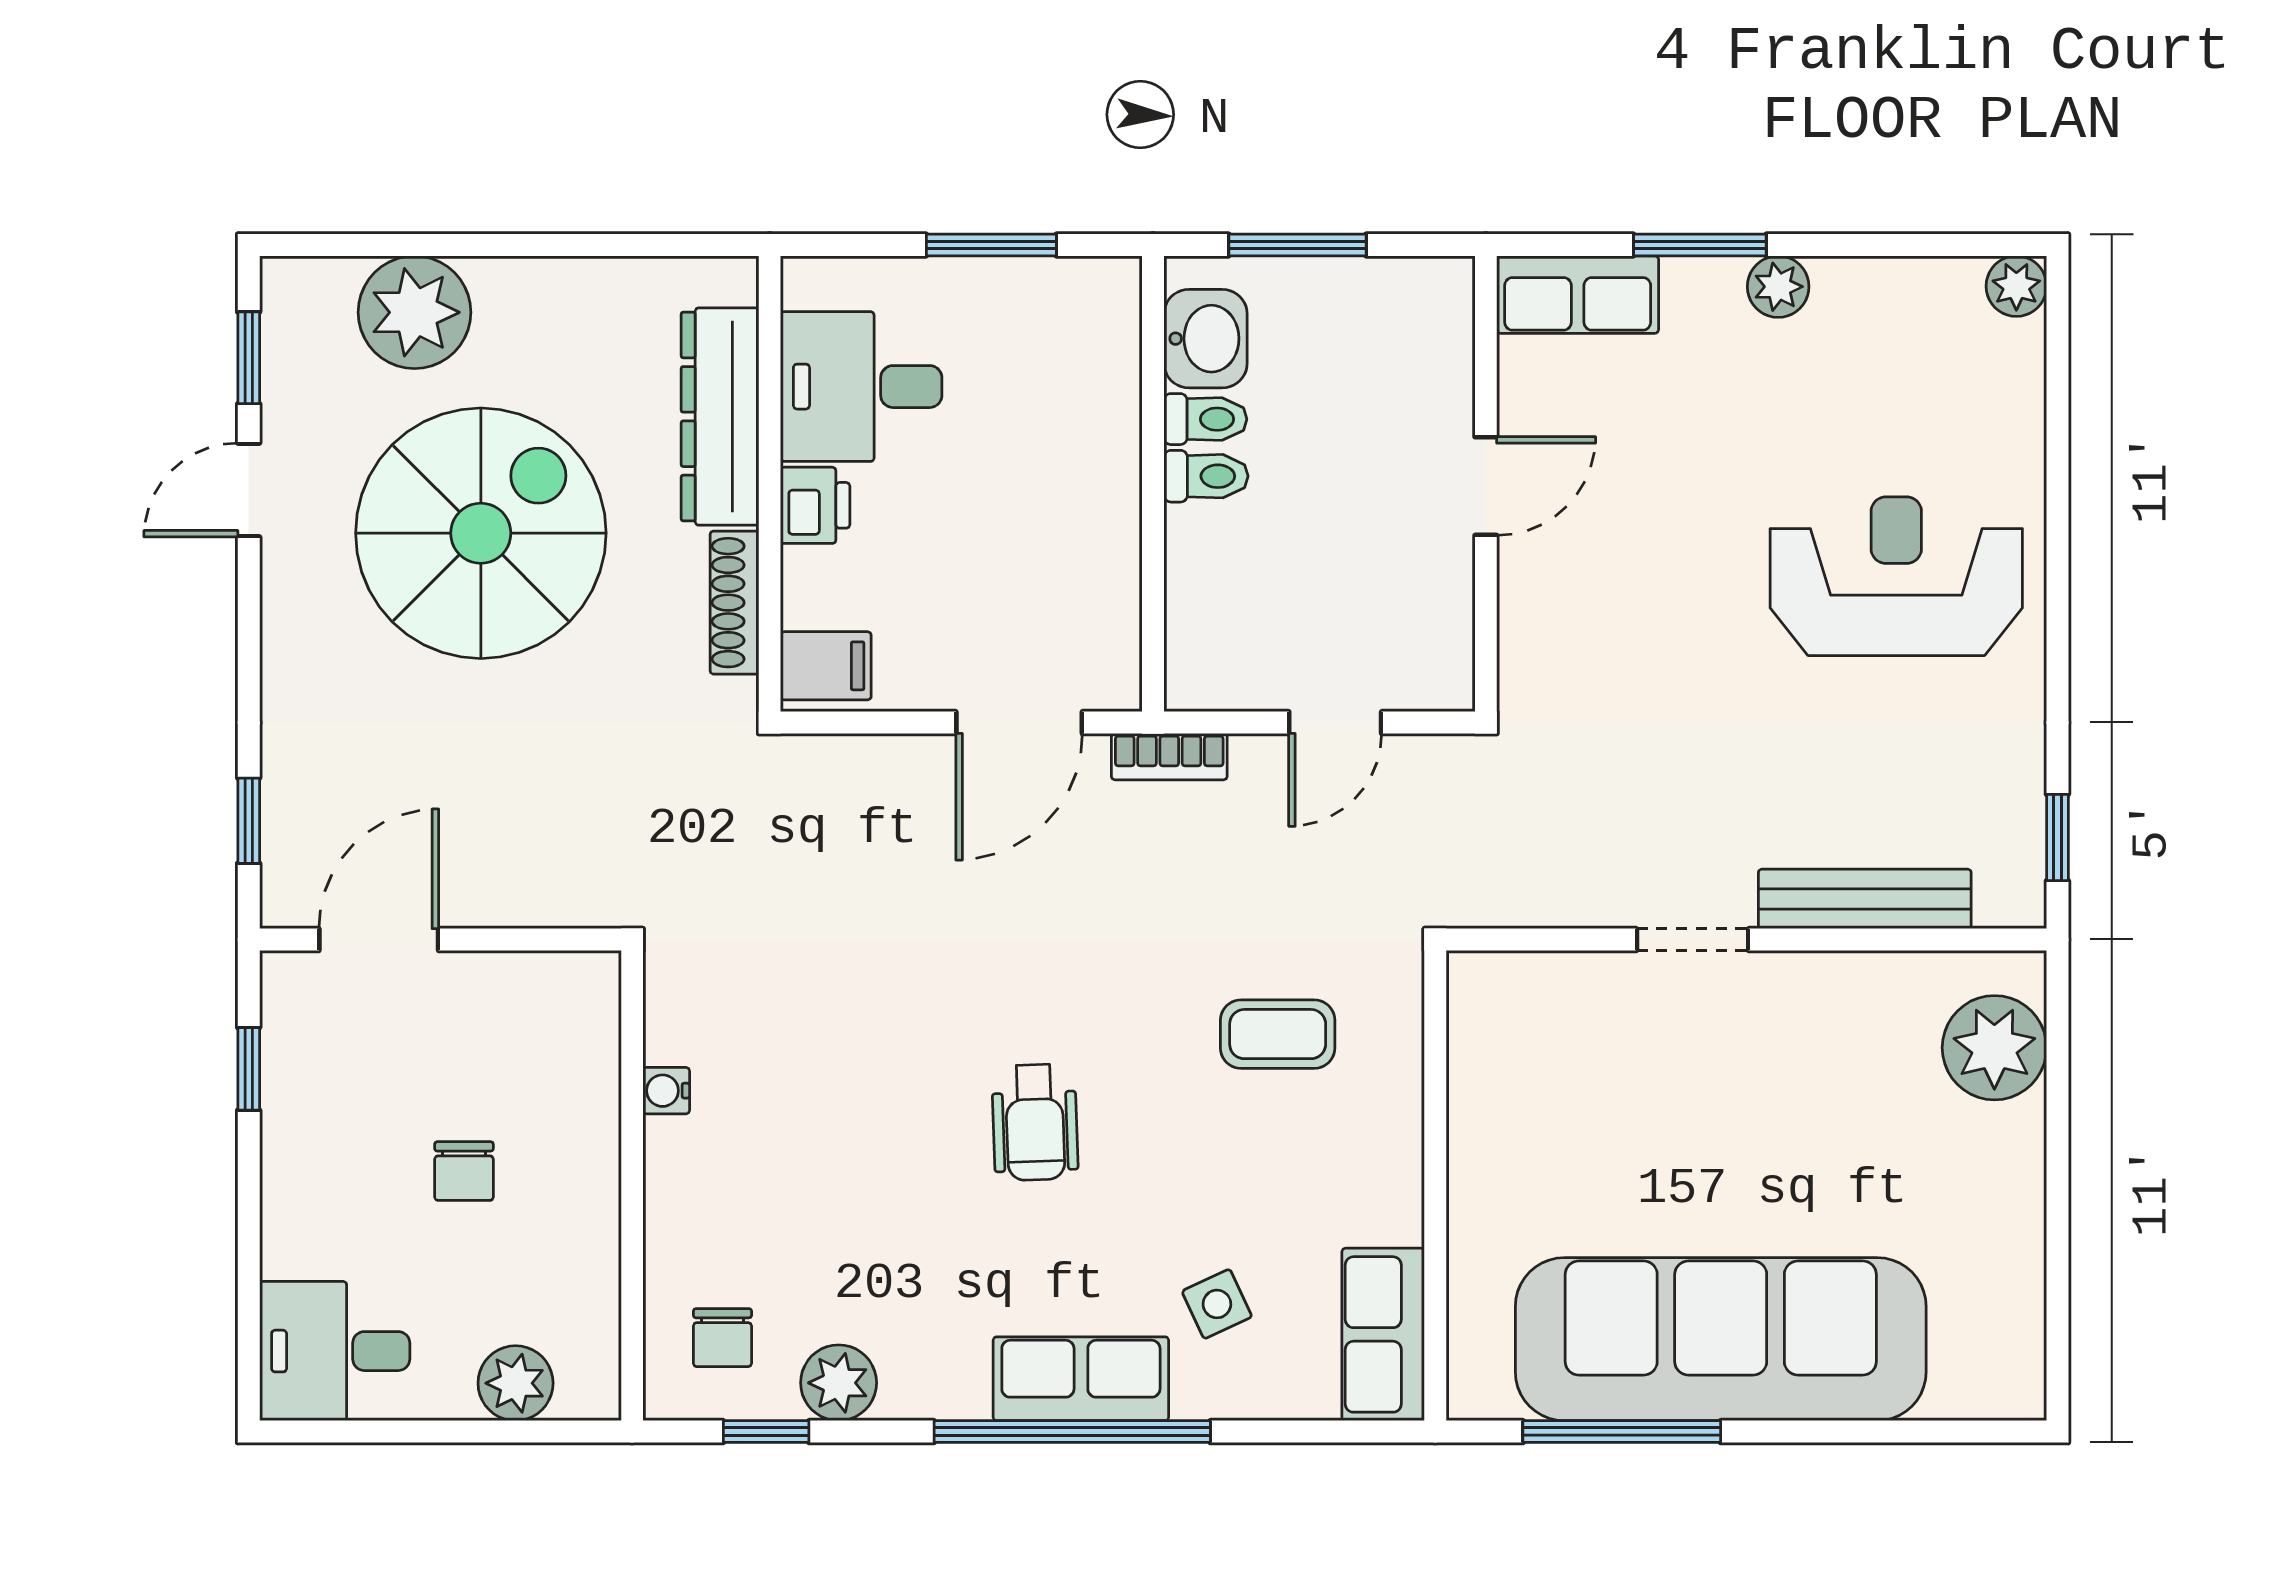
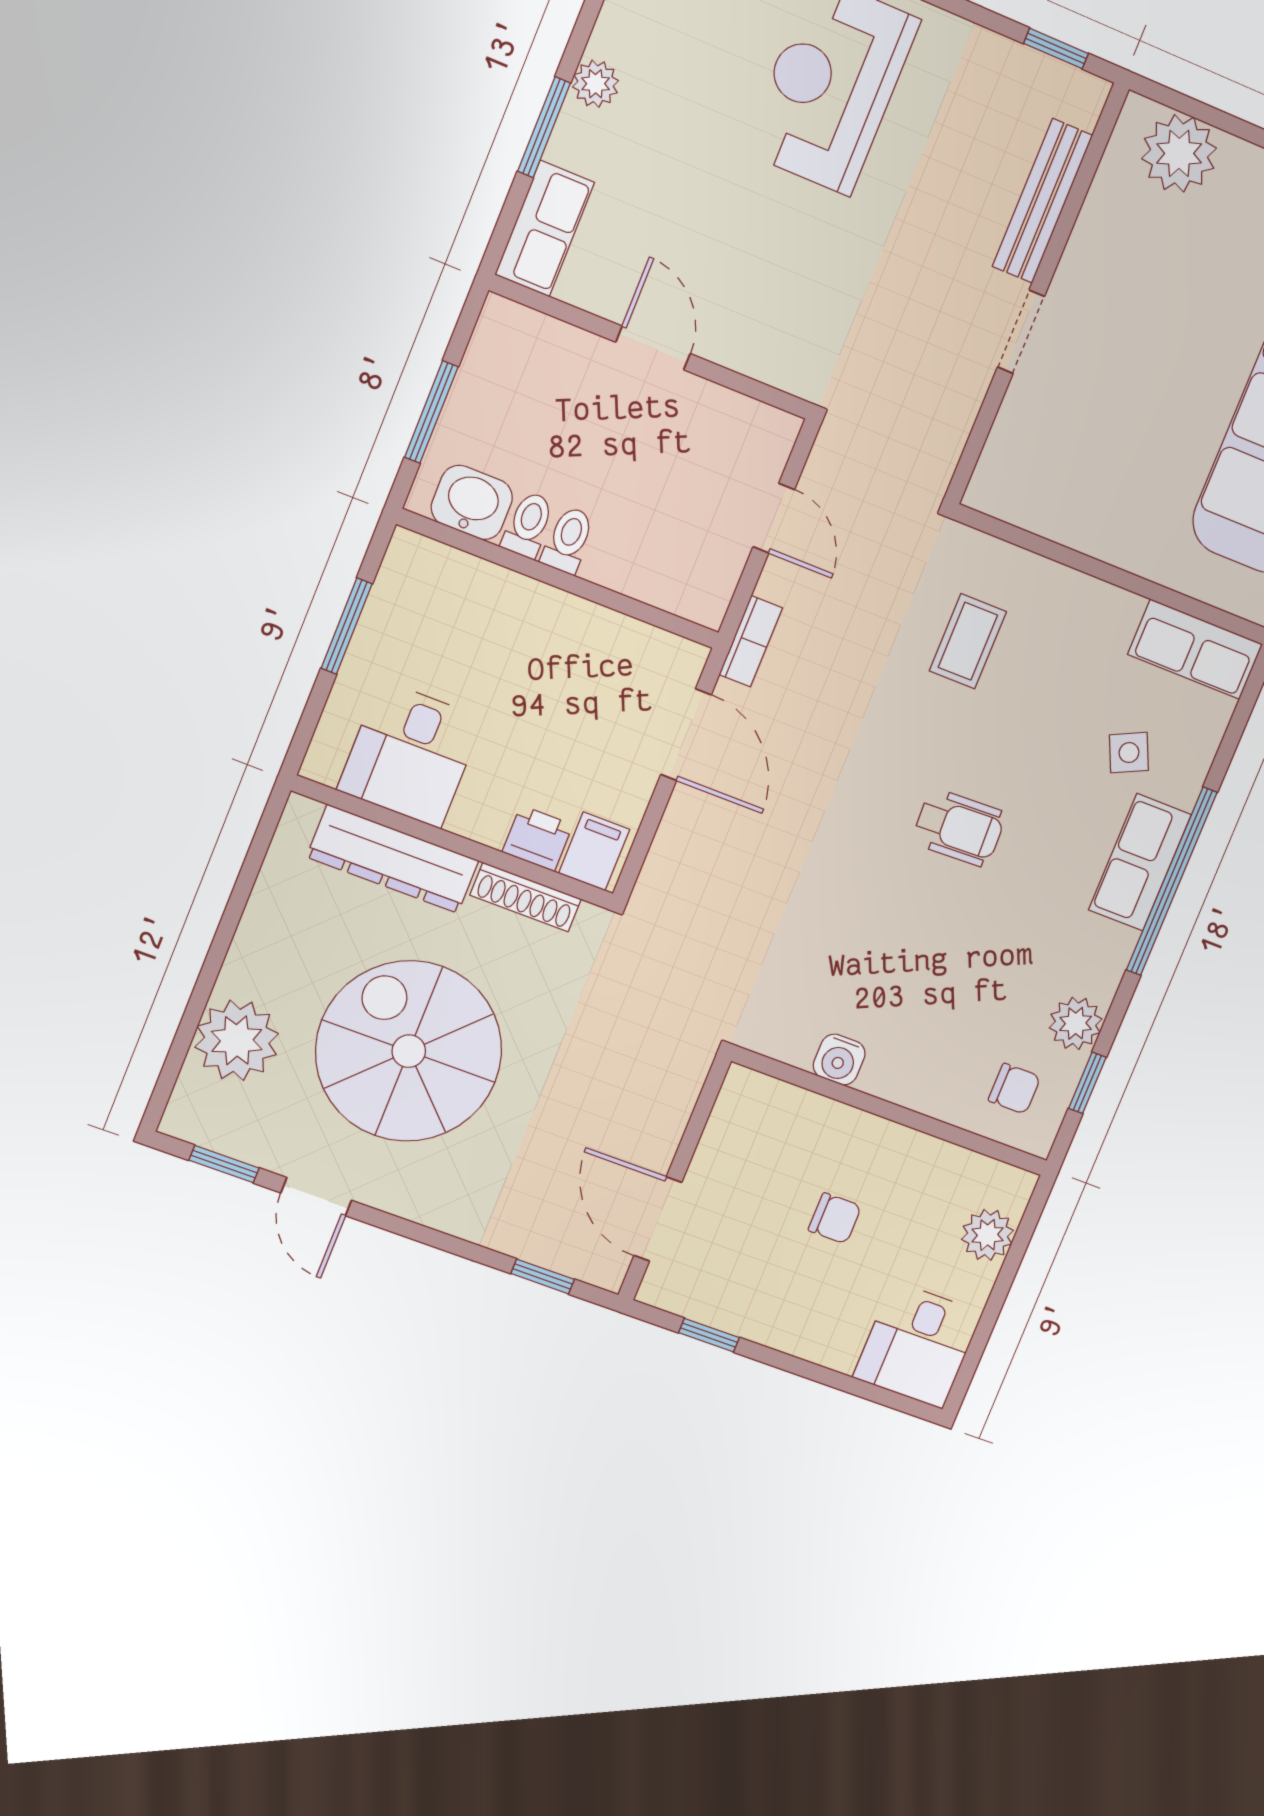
printer: (815, 505) -> (538, 838), moved
water cooler: (666, 1091) -> (839, 1060), width x1.38, depth x1.38

